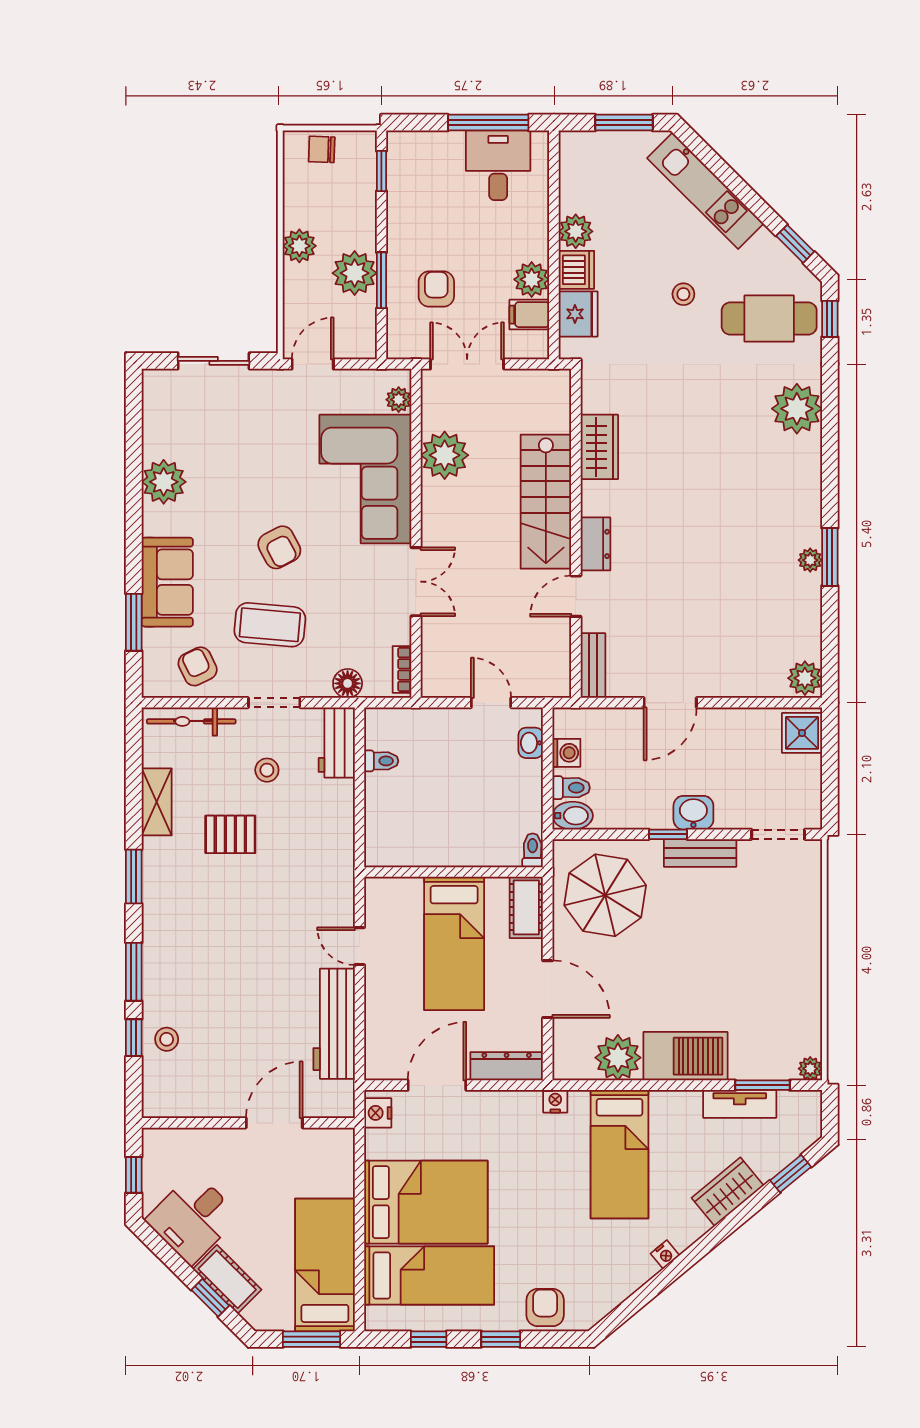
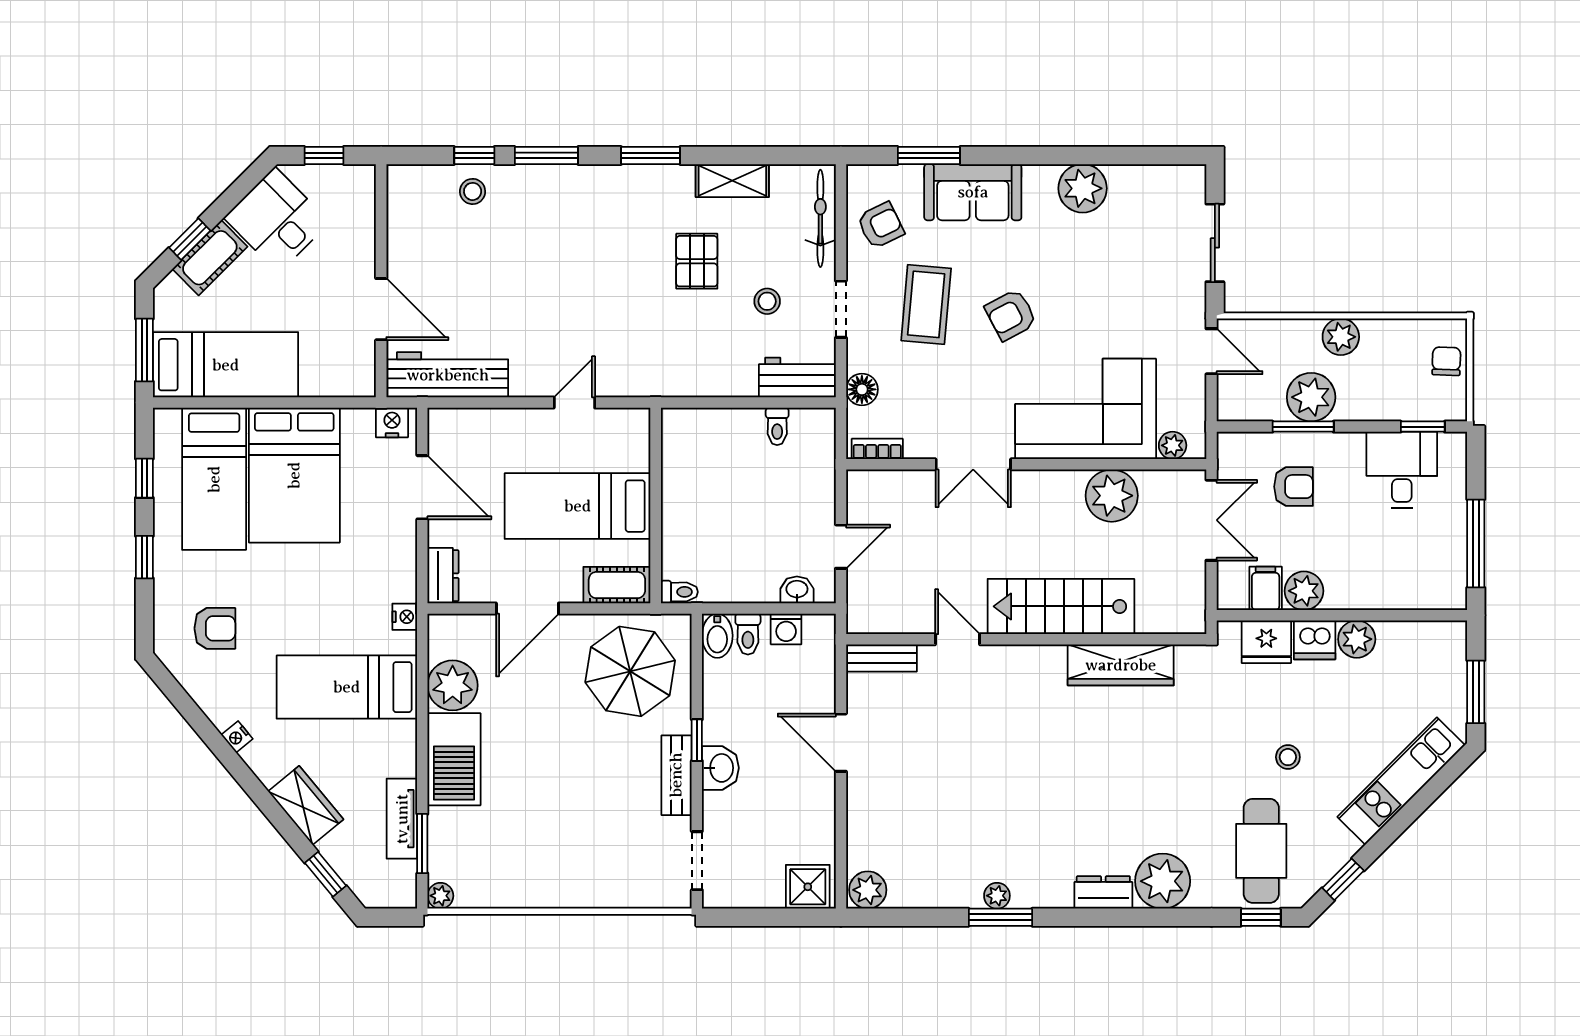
desk: (498, 165) -> (1402, 470), moved, turned -90
wardrobe: (599, 447) -> (1121, 665), width x1.50
dresser: (595, 544) -> (1103, 892), moved, turned 180
workbench: (334, 1024) -> (448, 375), moved
dresser: (507, 1066) -> (443, 576), width x0.70
armchair: (545, 1308) -> (215, 628), moved

